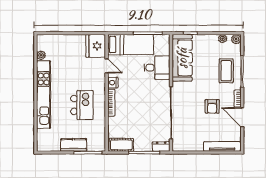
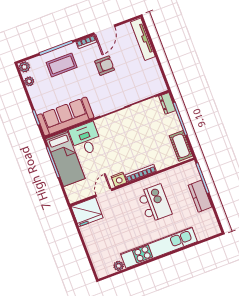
bed: (131, 45) -> (65, 159), moved, turned 180
kitchen island: (82, 105) -> (155, 203), turned 90

